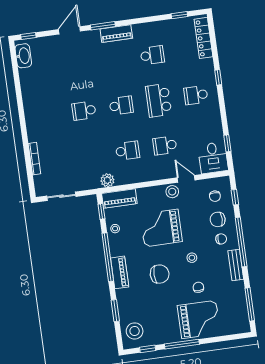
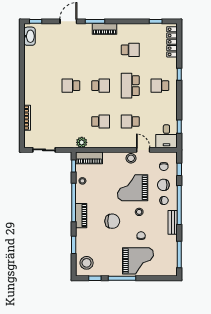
grand piano: (161, 228) -> (133, 188), moved

